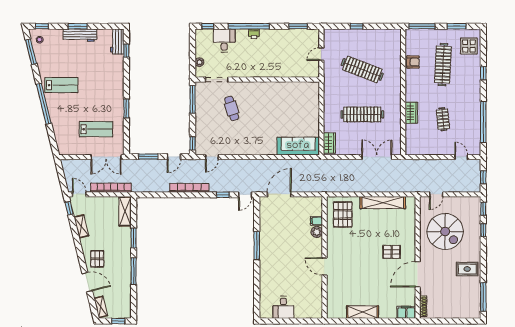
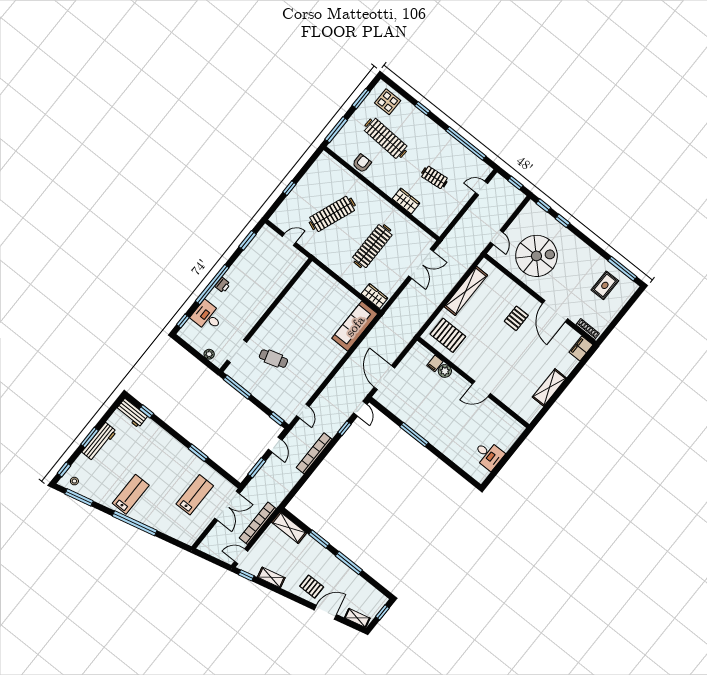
door: (321, 54) -> (289, 239), swing flipped
double door: (377, 157) -> (421, 264), swing flipped
rug: (467, 269) -> (605, 285), moved

